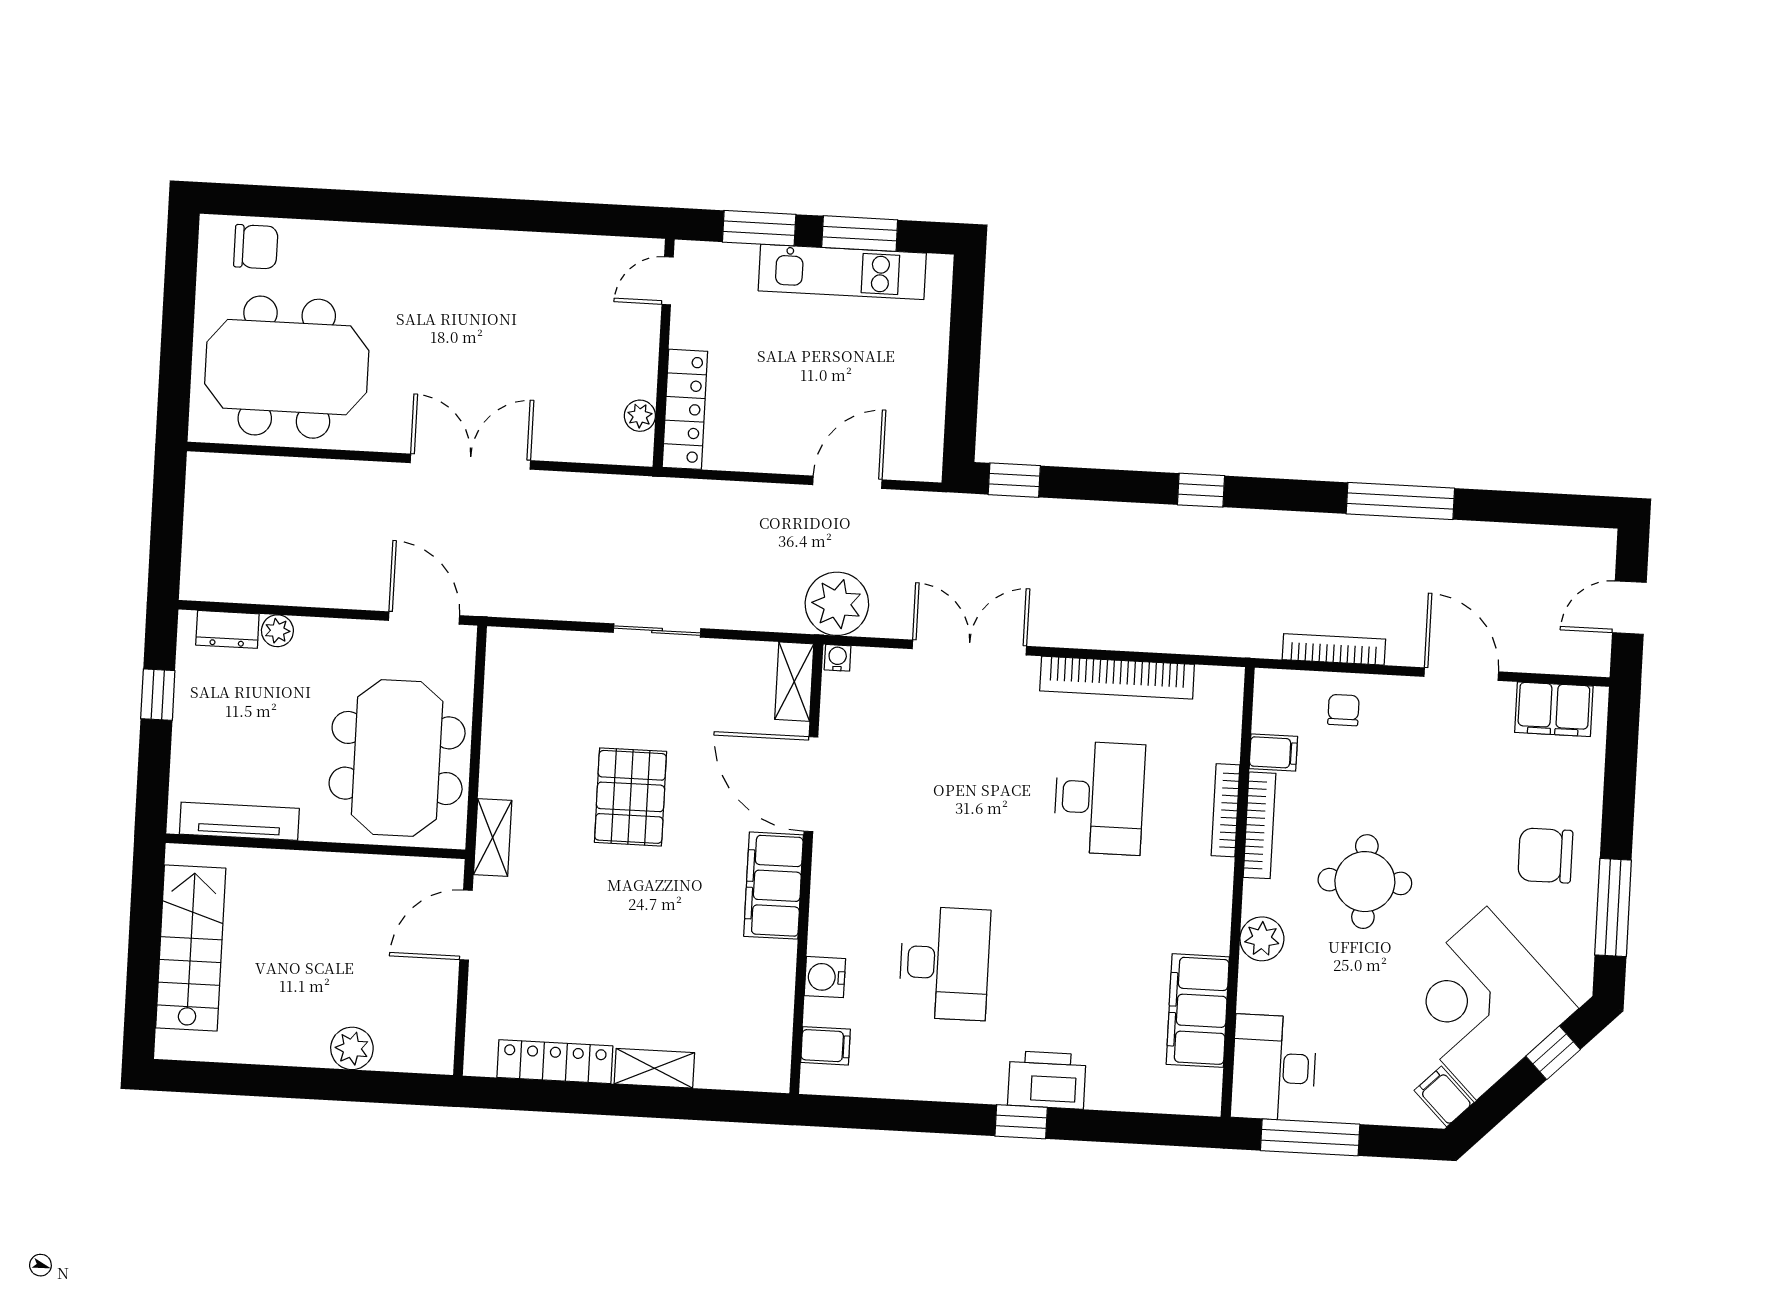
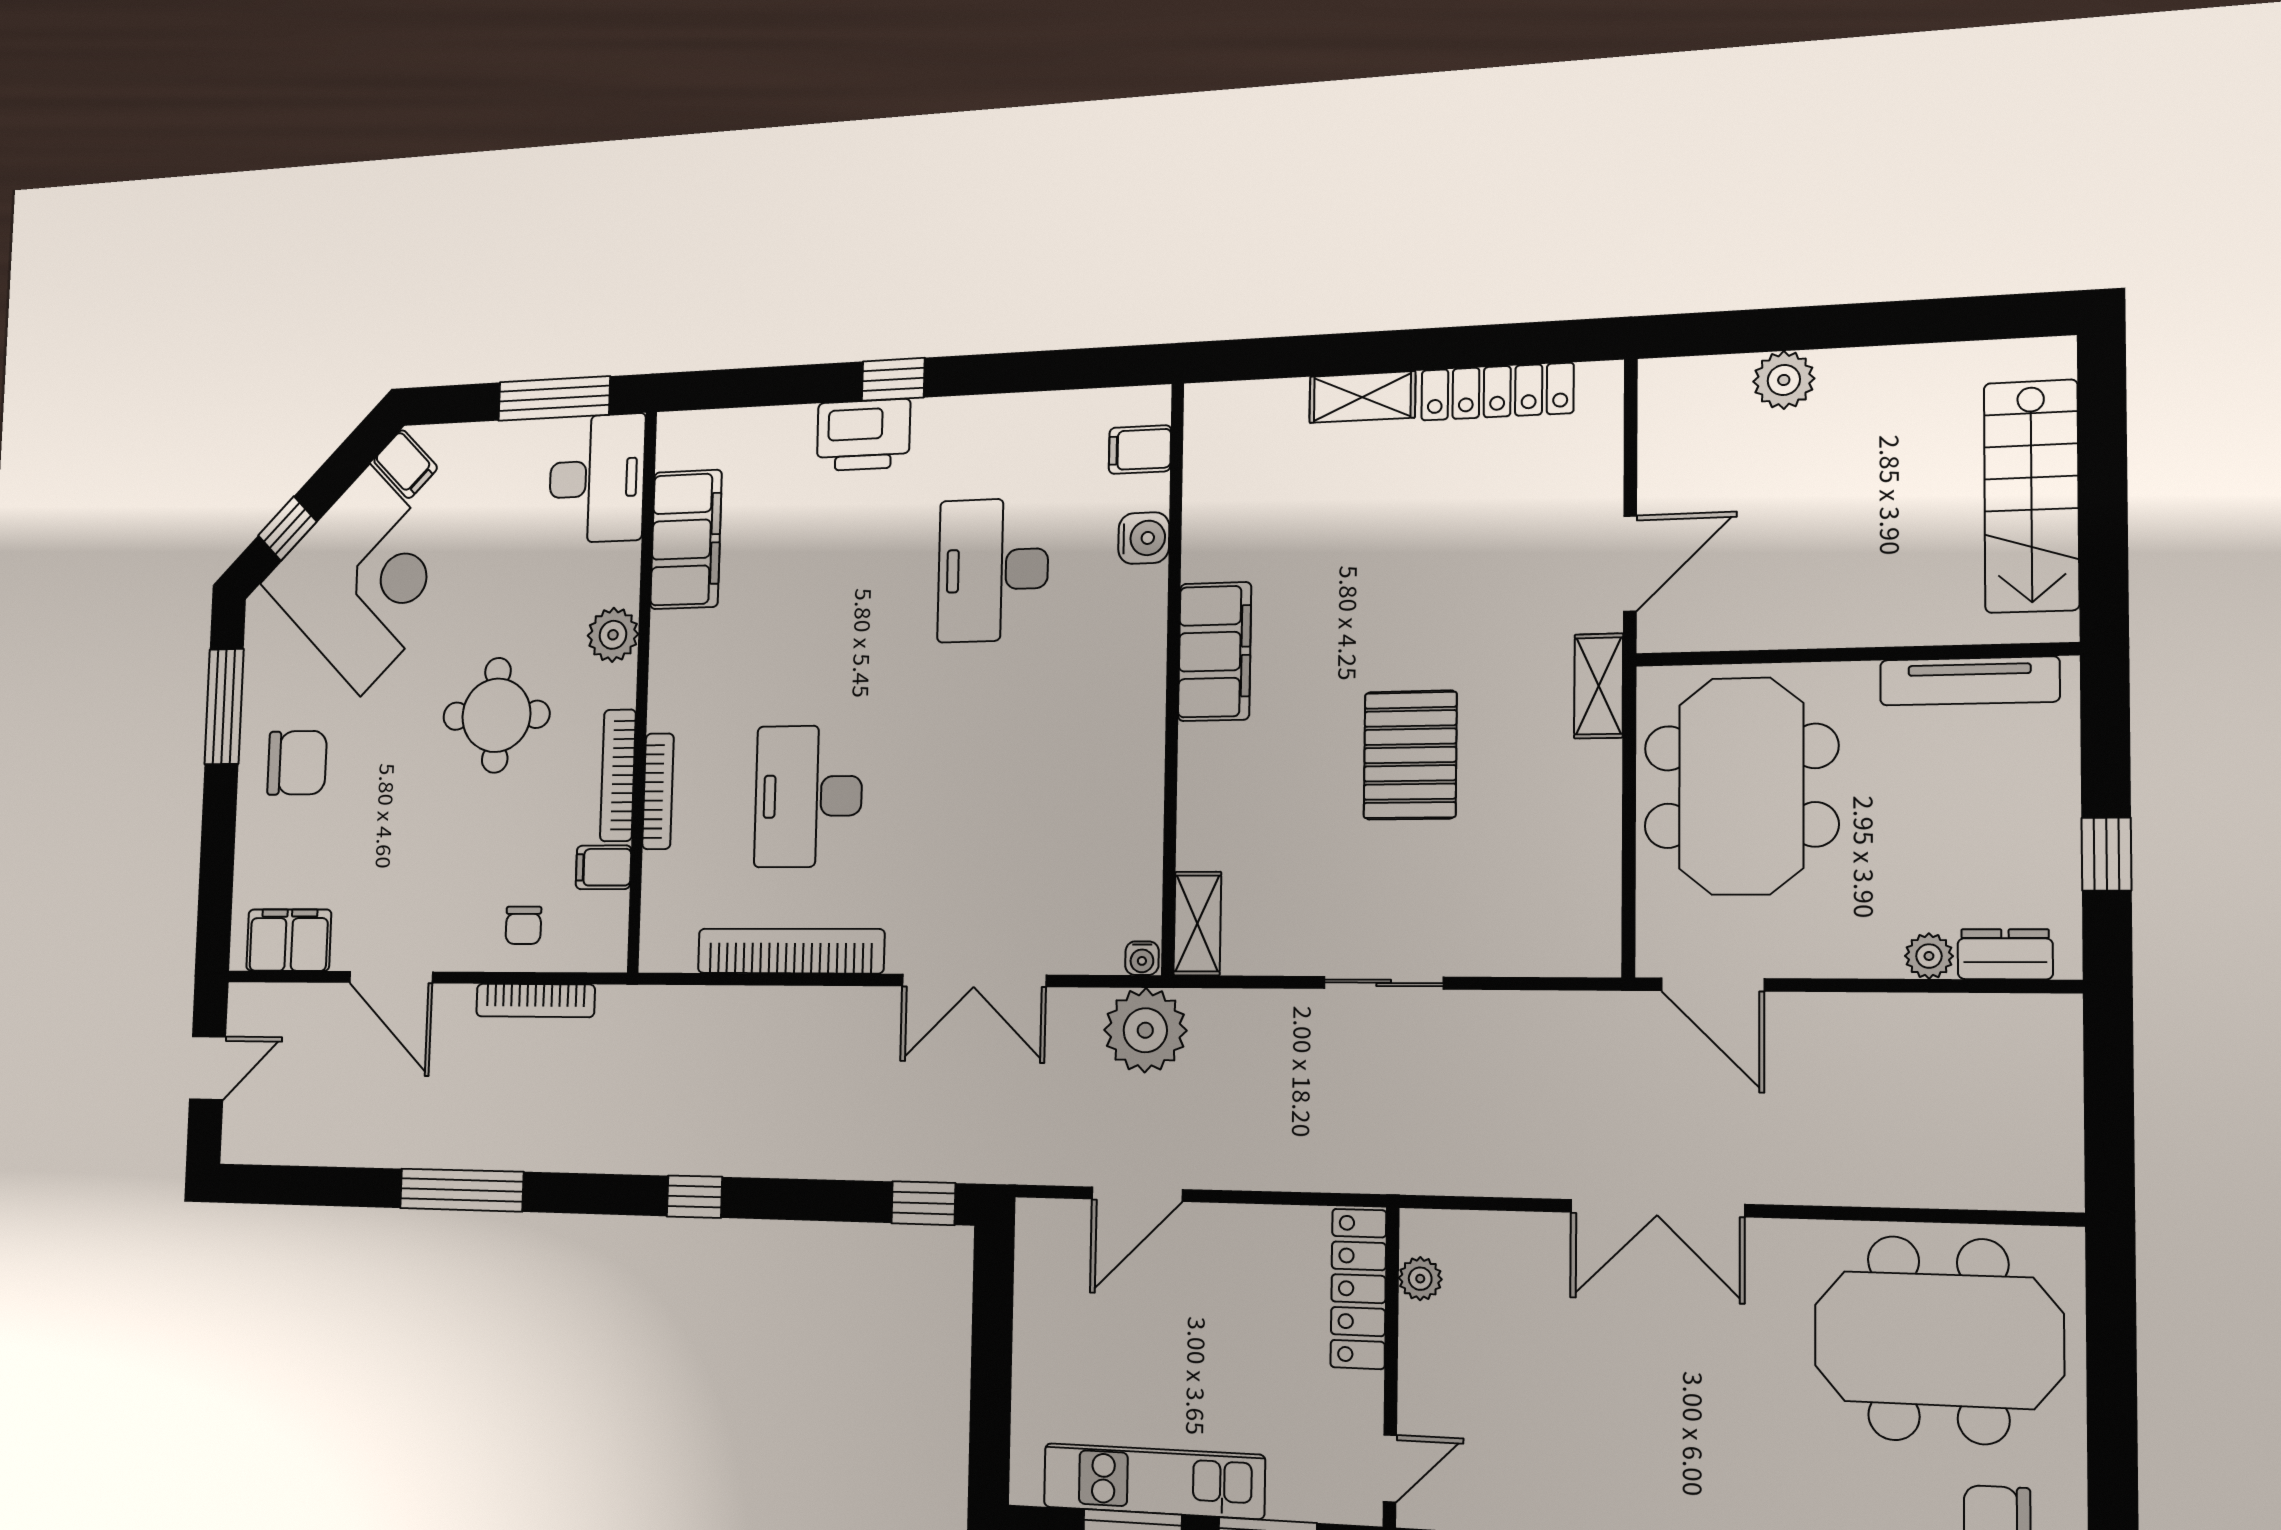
door: (811, 784) -> (1171, 789), removed

